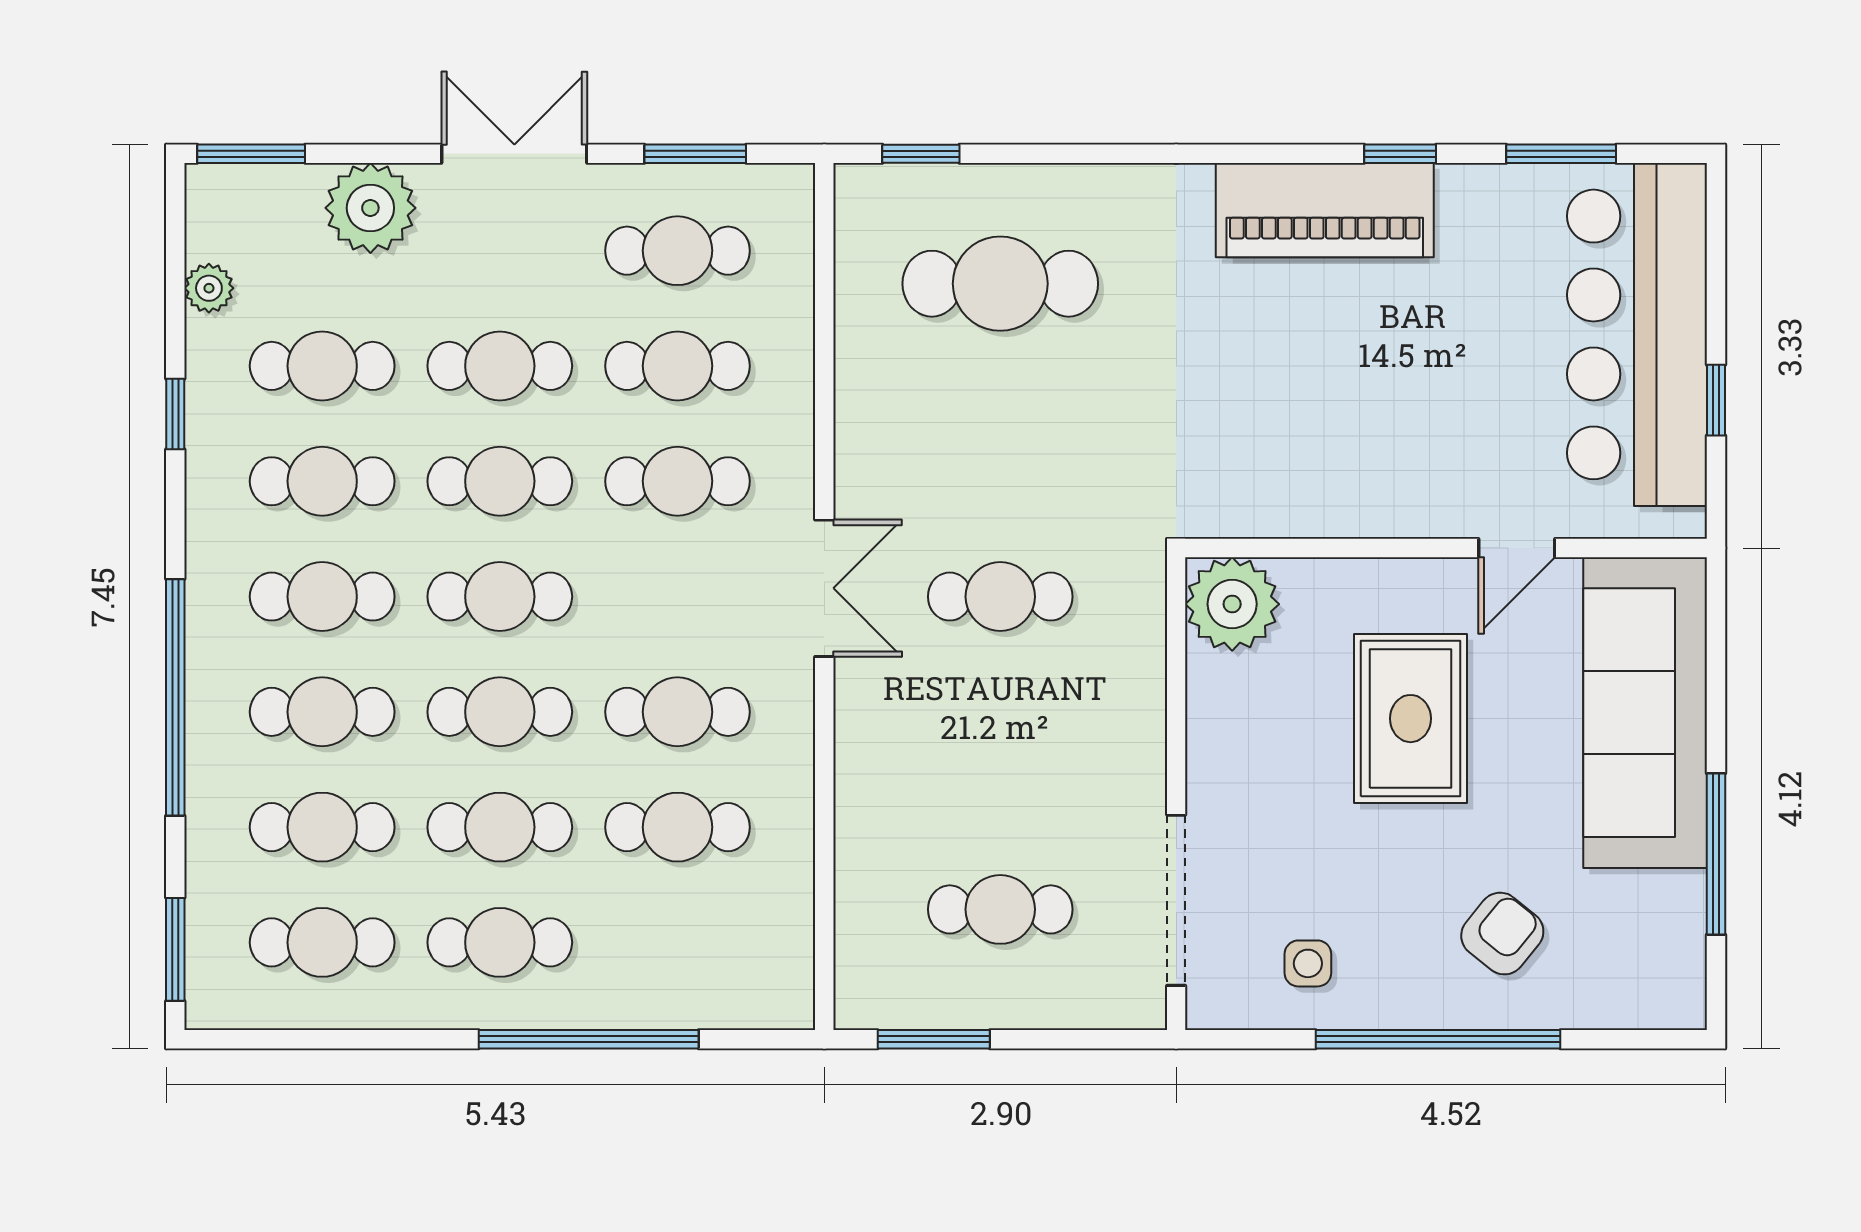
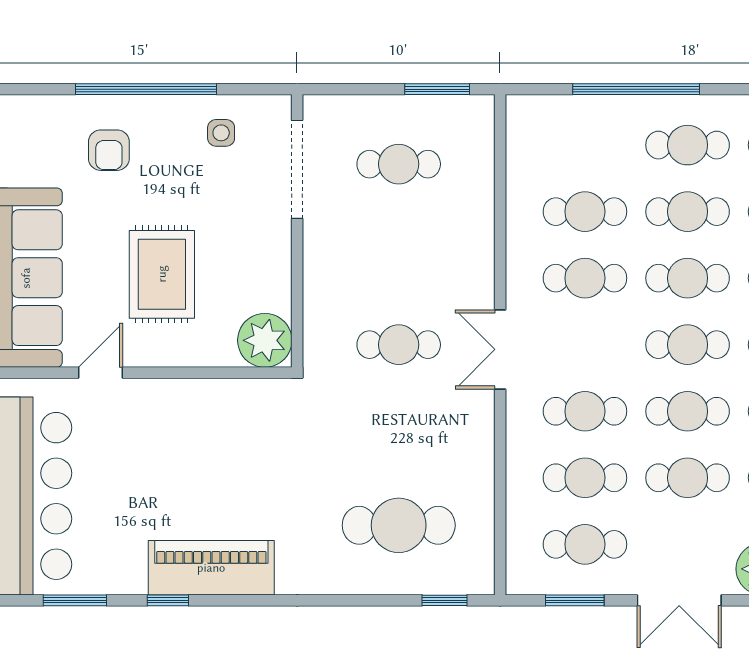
armchair: (1502, 934) -> (109, 150), turned -39

